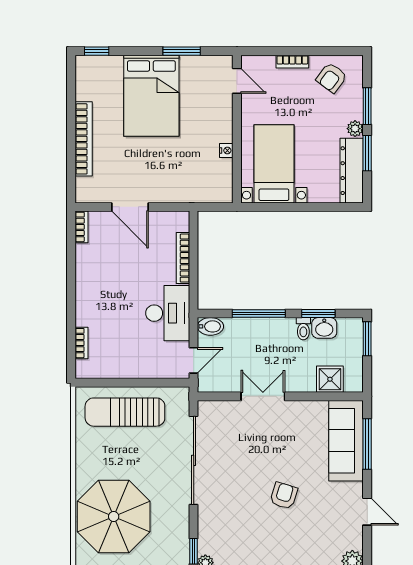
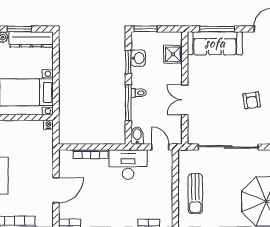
nightstand: (226, 150) -> (48, 125), moved
toilet: (303, 329) -> (139, 93), moved
sun lounger: (125, 412) -> (195, 194), width x0.73, depth x0.75
armchair: (284, 496) -> (252, 100), moved, turned -115

